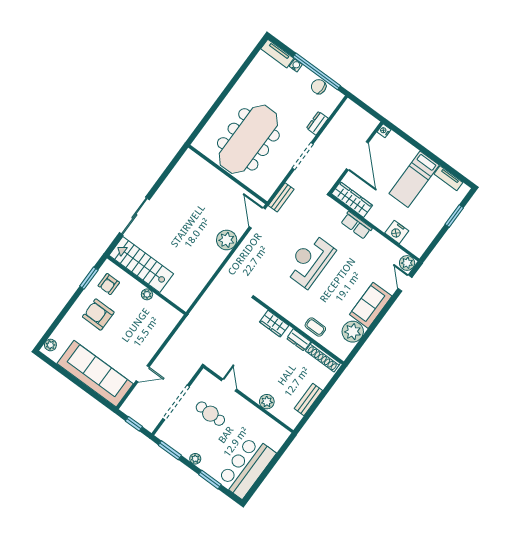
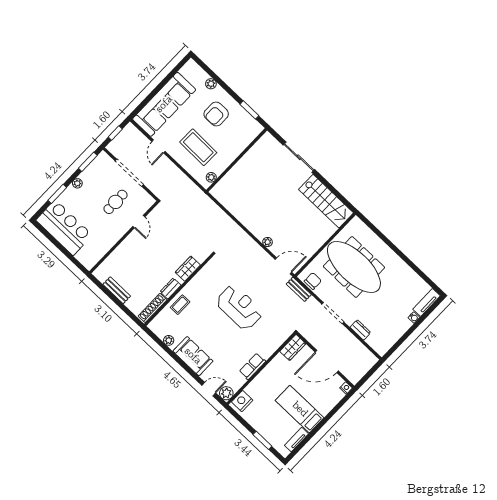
window: (317, 71) -> (406, 335), removed
chair: (319, 87) -> (313, 281), moved
wardrobe: (352, 200) -> (293, 347), width x0.67
row of seats: (356, 225) -> (252, 366), moved
nightstand: (397, 232) -> (242, 401), moved
plant: (227, 240) -> (267, 242), width x0.53, depth x0.53
stairs: (141, 265) -> (326, 201), moved, turned 90
armchair: (109, 284) -> (242, 127), removed
plant: (147, 294) -> (211, 177), moved
armchair: (98, 314) -> (216, 114), turned 180
coffee table: (138, 330) -> (198, 147), added
plant: (353, 332) -> (169, 340), width x0.53, depth x0.53
plant: (50, 345) -> (211, 84), moved
door: (229, 385) -> (139, 222), hinge flipped
plant: (267, 402) -> (120, 253), removed

